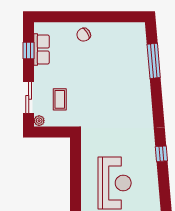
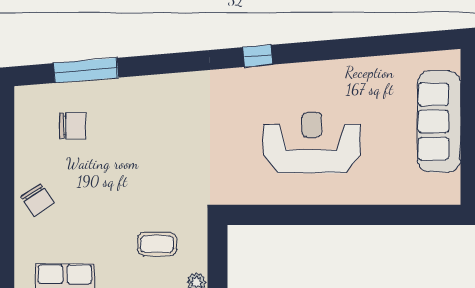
chair: (124, 54) -> (73, 126), added

